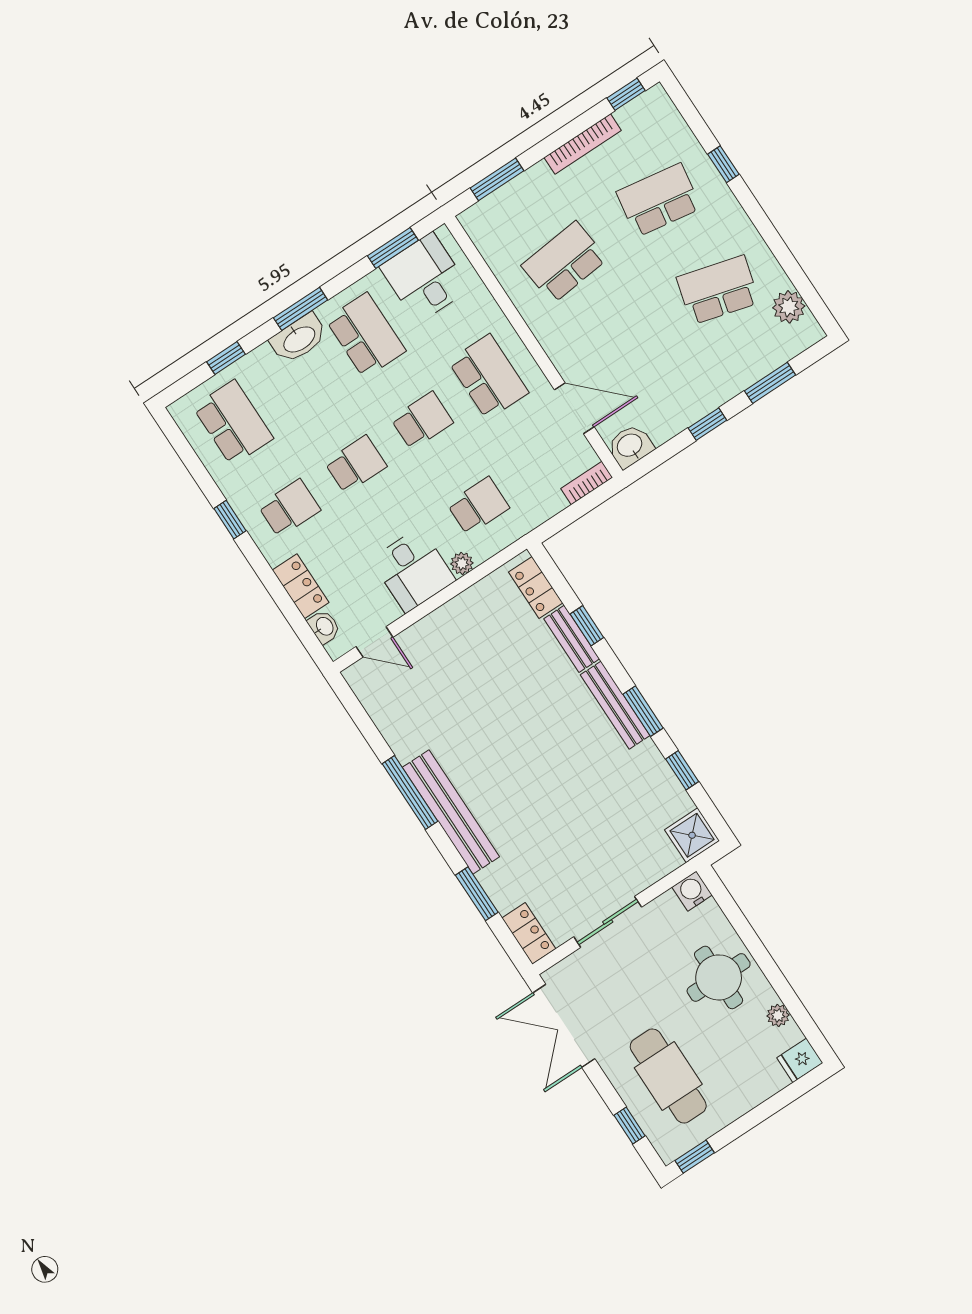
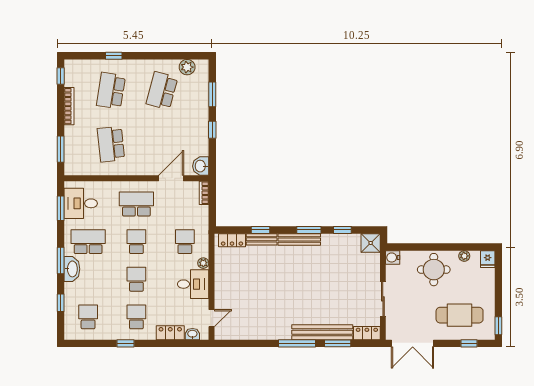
school desk: (233, 423) -> (88, 317), width x0.54
window: (410, 792) -> (297, 343), moved
bench: (451, 812) -> (322, 332), moved

